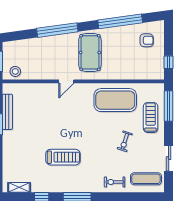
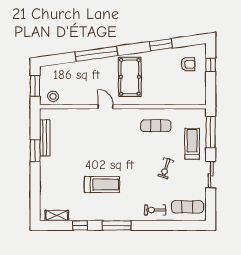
window: (120, 21) -> (161, 45), width x0.47
window: (169, 62) -> (211, 65), moved
door: (66, 81) -> (106, 107), swing flipped
exercise mat: (115, 100) -> (156, 126), width x0.50, depth x0.69
sliding door: (169, 158) -> (211, 175), moved

